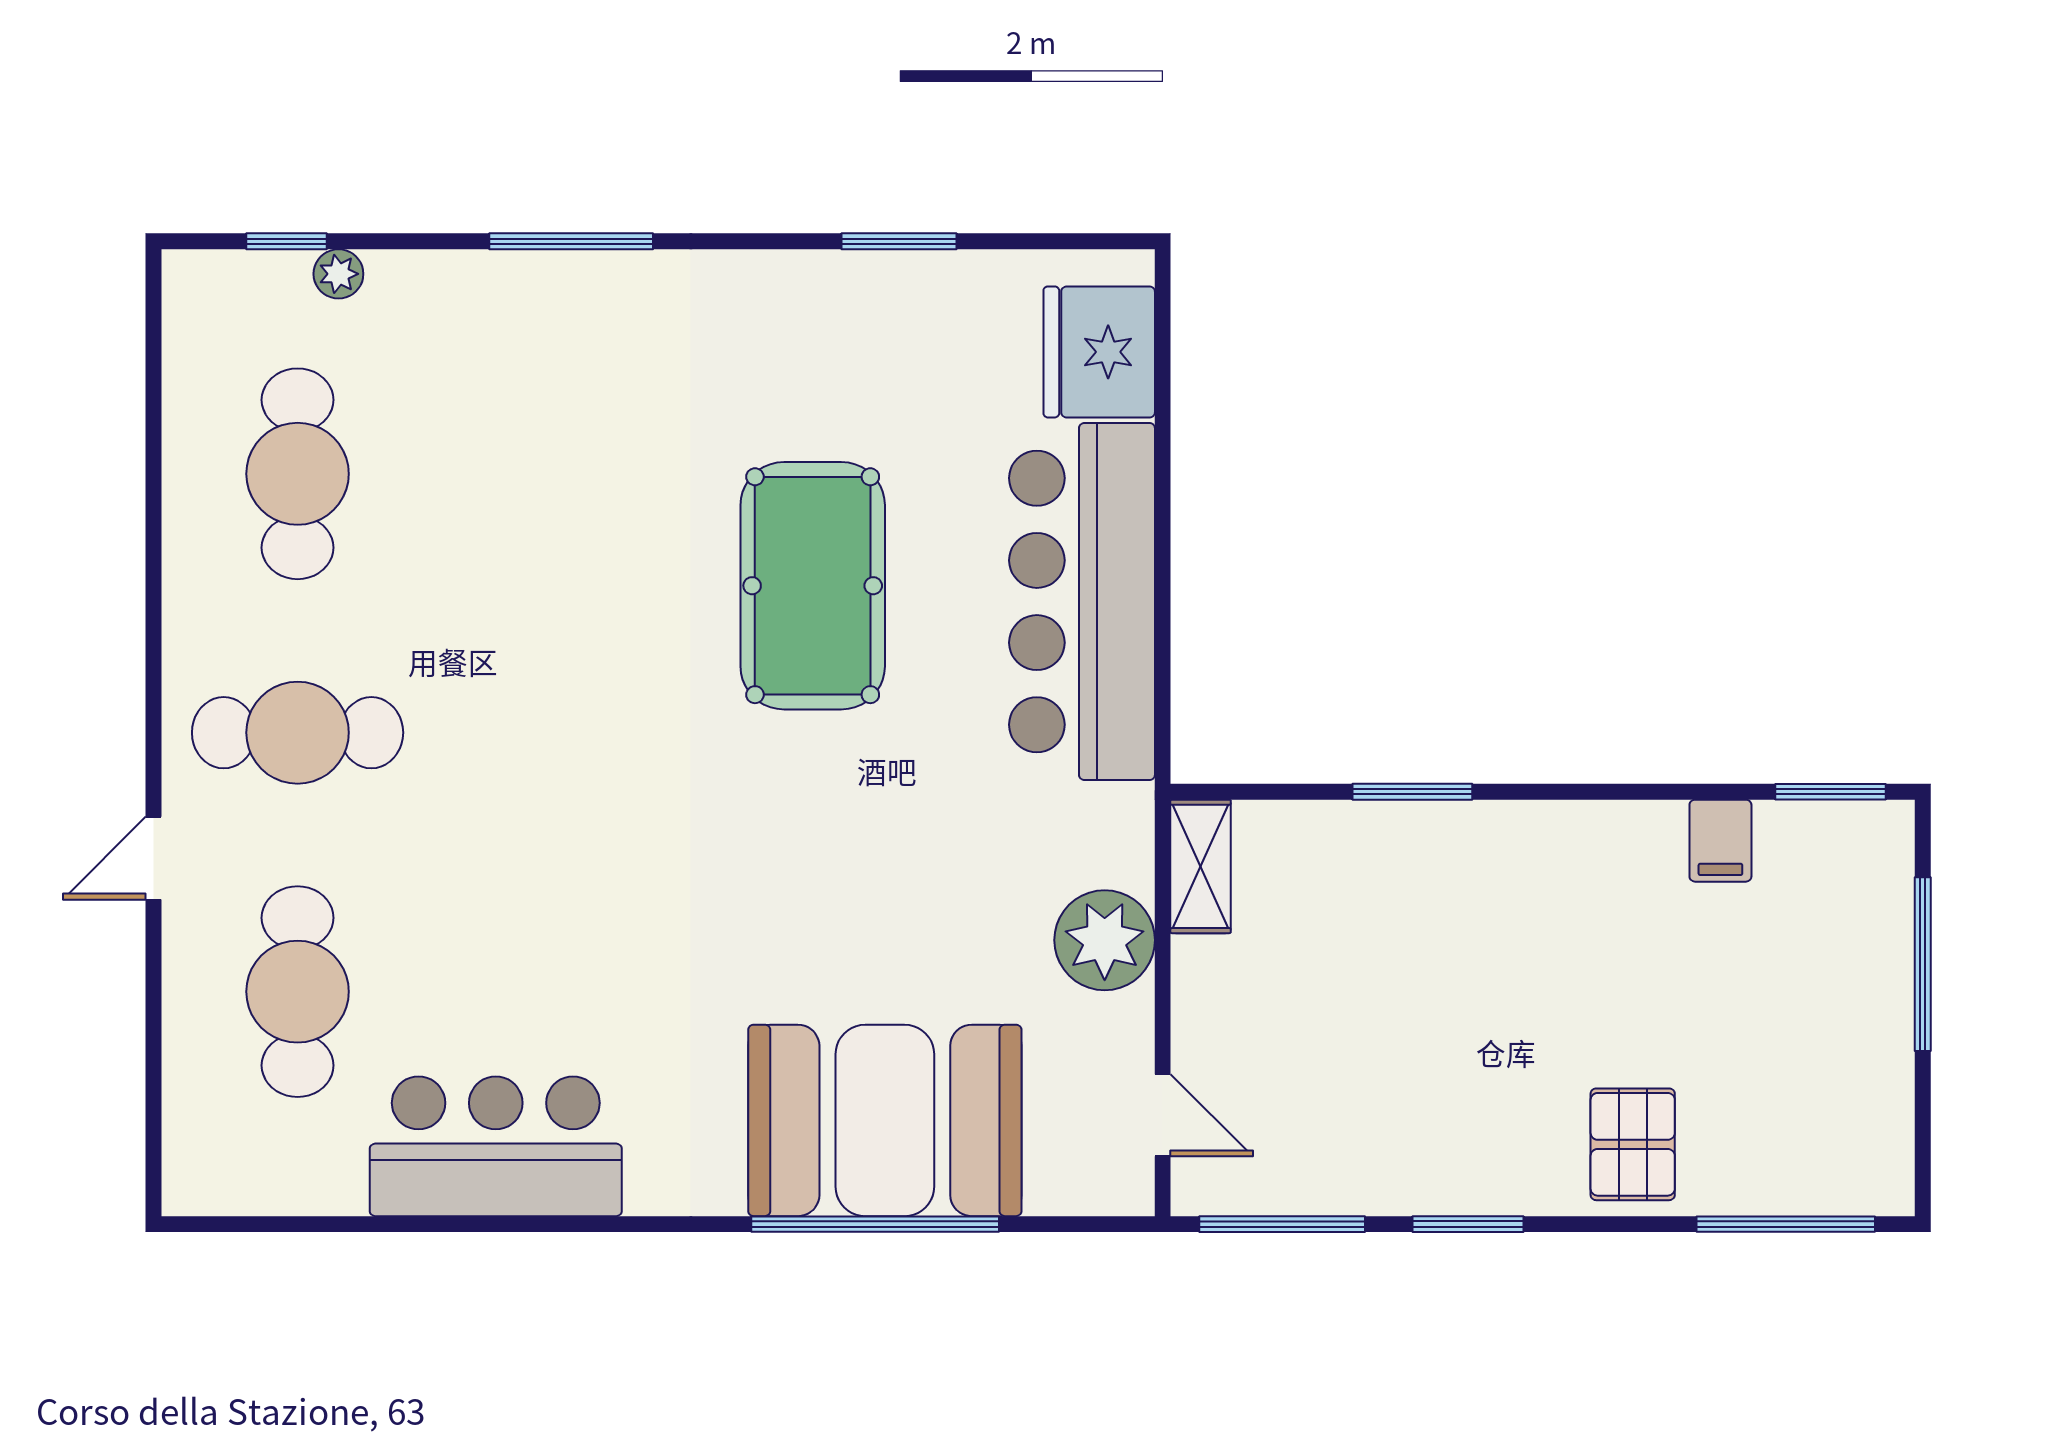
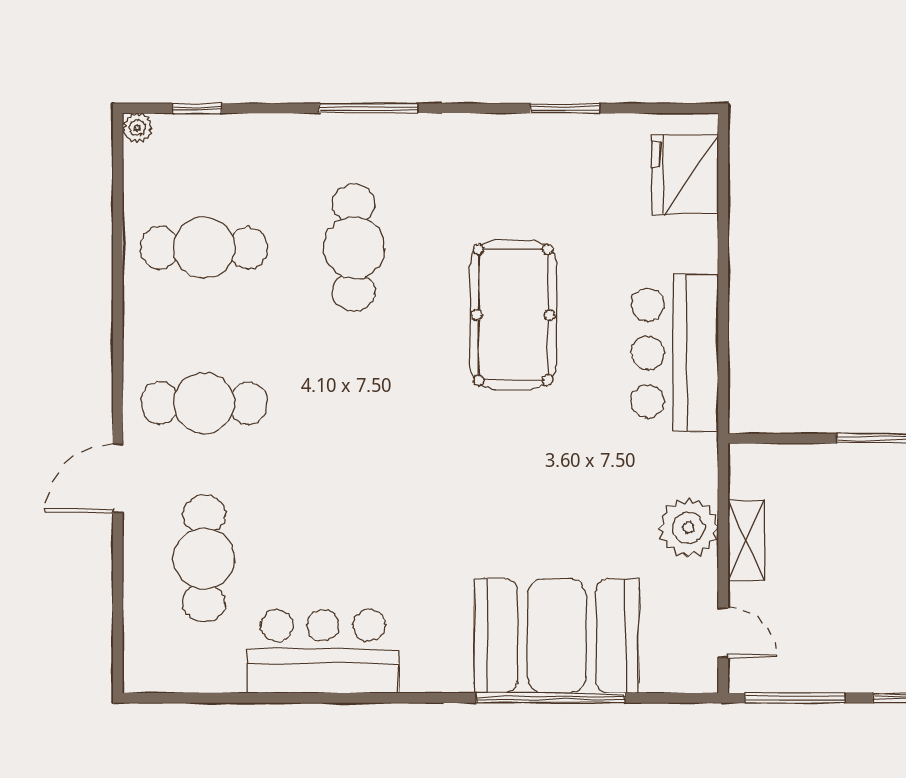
plant: (338, 274) -> (137, 128), moved
cafe table: (298, 474) -> (204, 248), turned 90
cafe table: (547, 474) -> (354, 248), added
bar counter: (1082, 601) -> (675, 353), width x0.73
door: (154, 858) -> (118, 478), width x1.38
shelving: (1201, 866) -> (746, 540), moved

